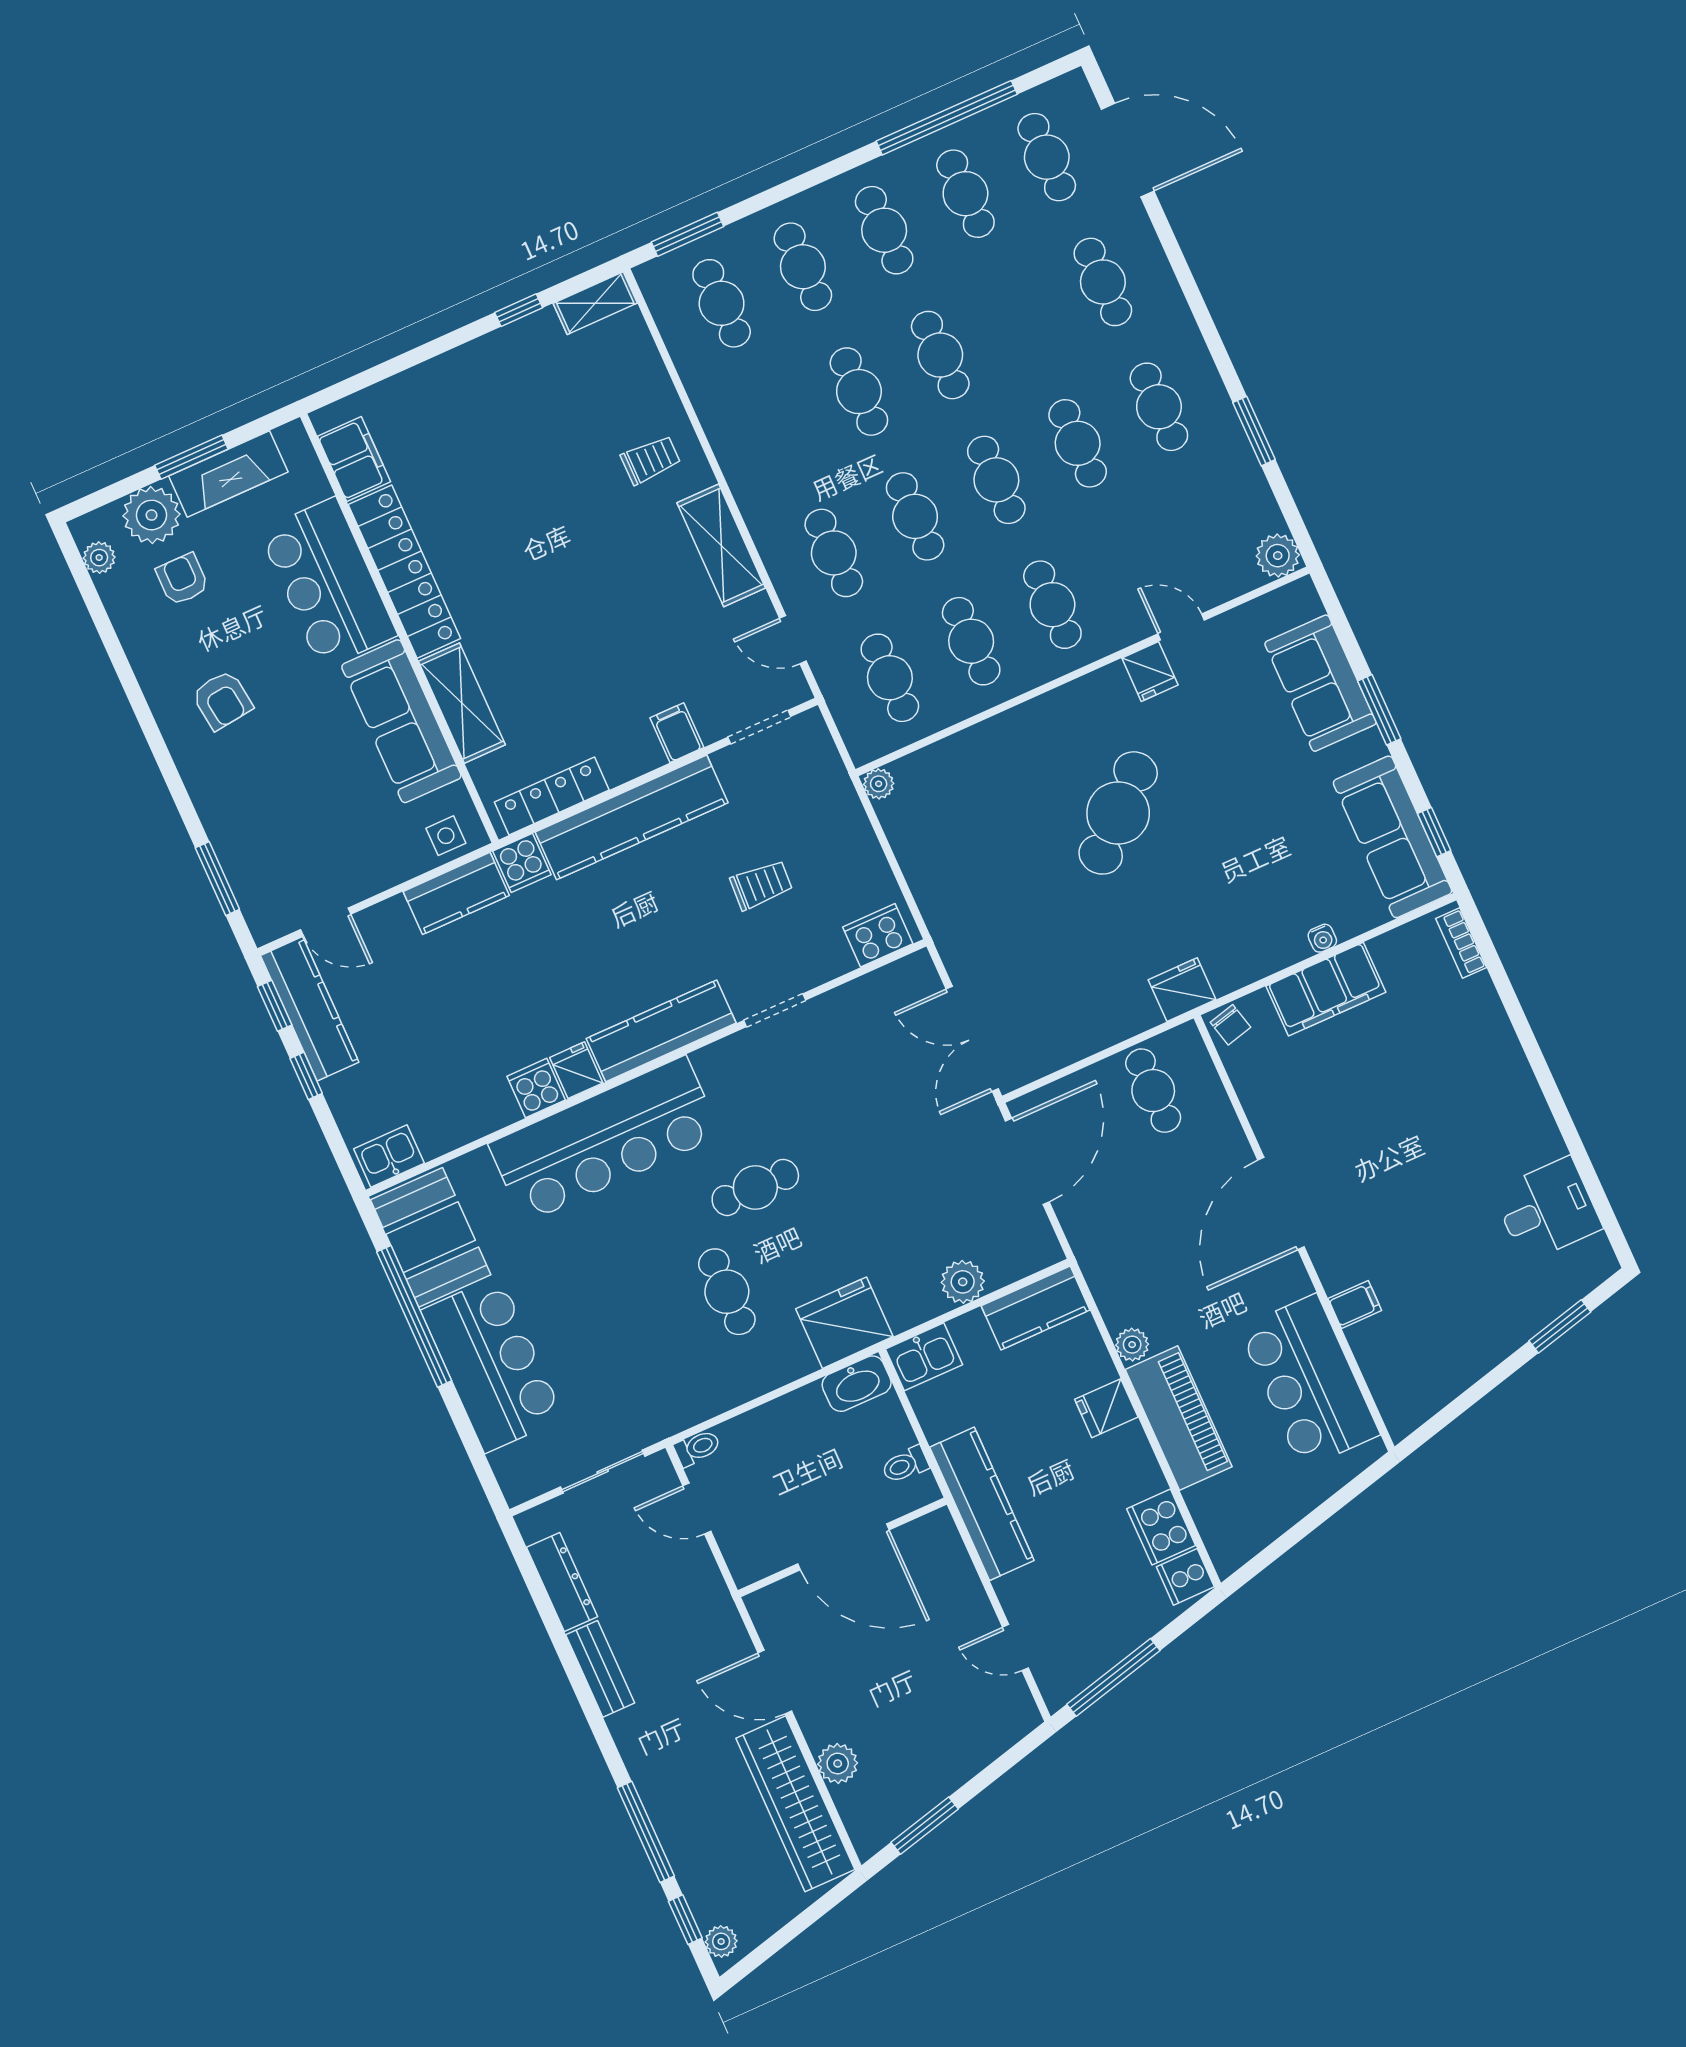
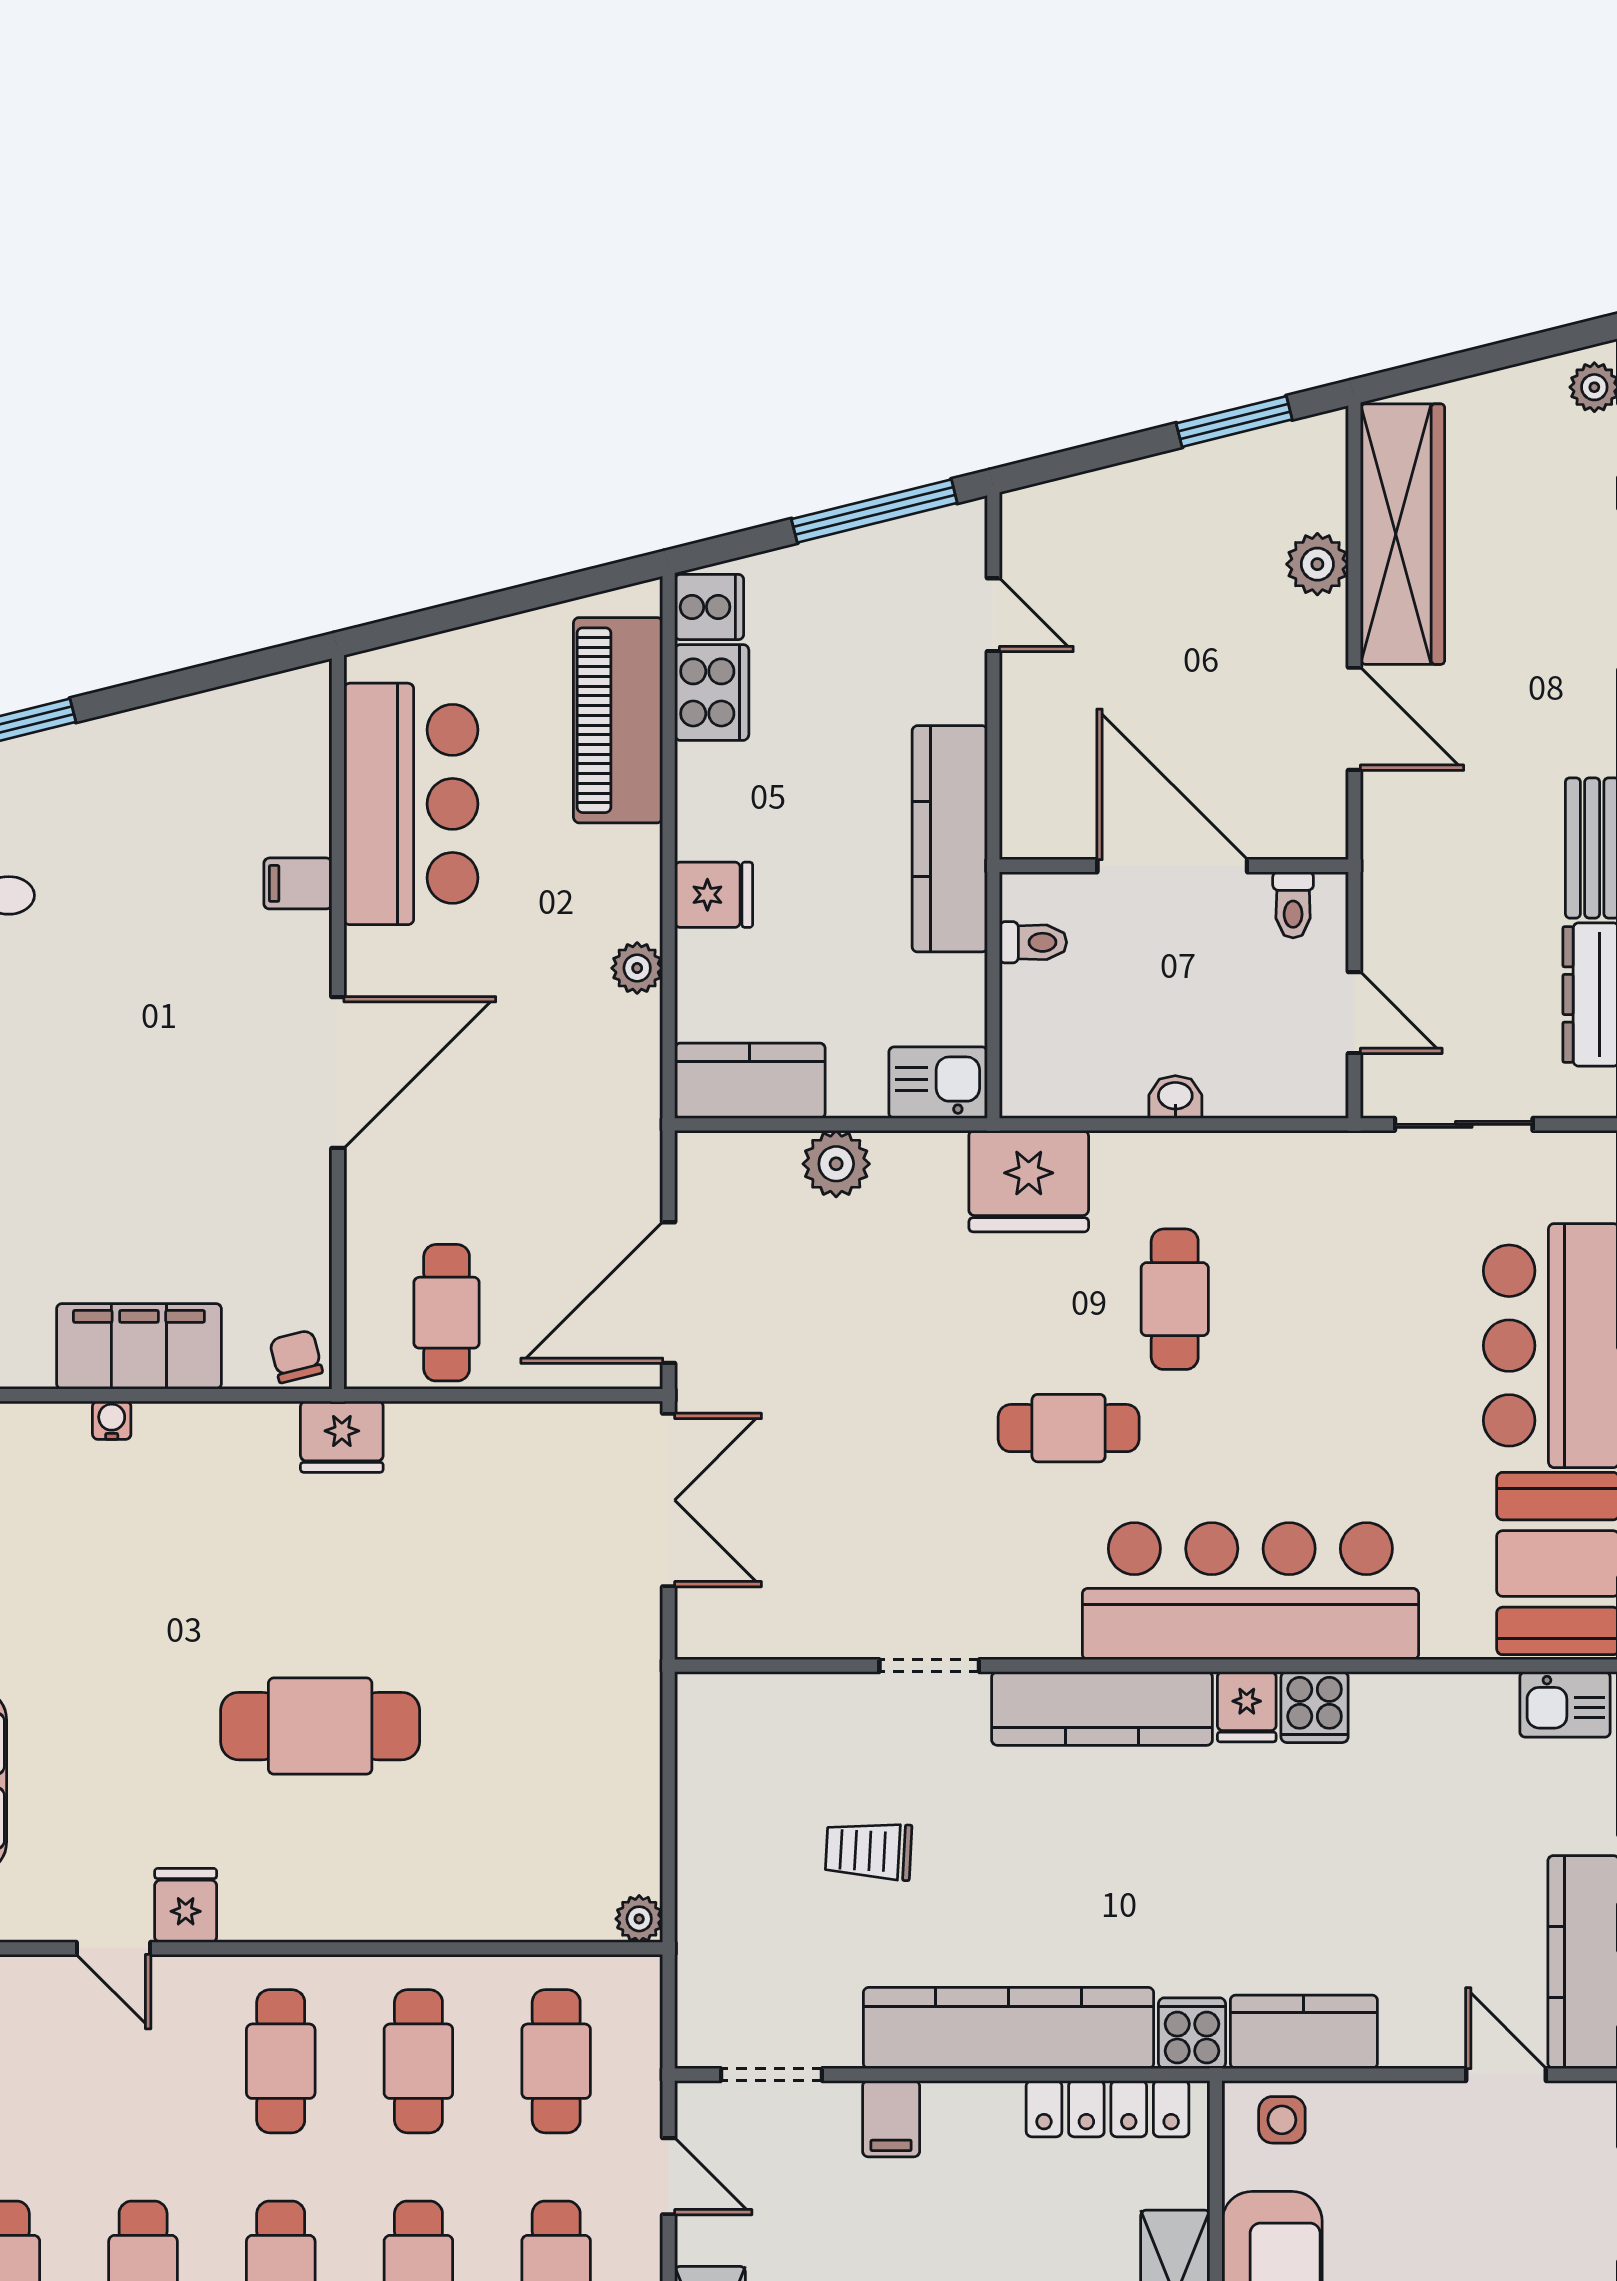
cafe table: (1118, 813) -> (320, 1726), turned 43
cooker: (878, 935) -> (736, 1706), removed
washbasin: (857, 1384) -> (1175, 1097), moved, width x0.52, depth x0.69
piano: (1179, 1418) -> (618, 720), moved
toilet: (697, 1448) -> (1293, 905), moved, turned -90

